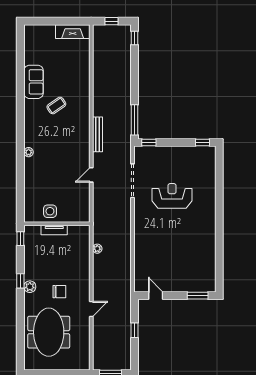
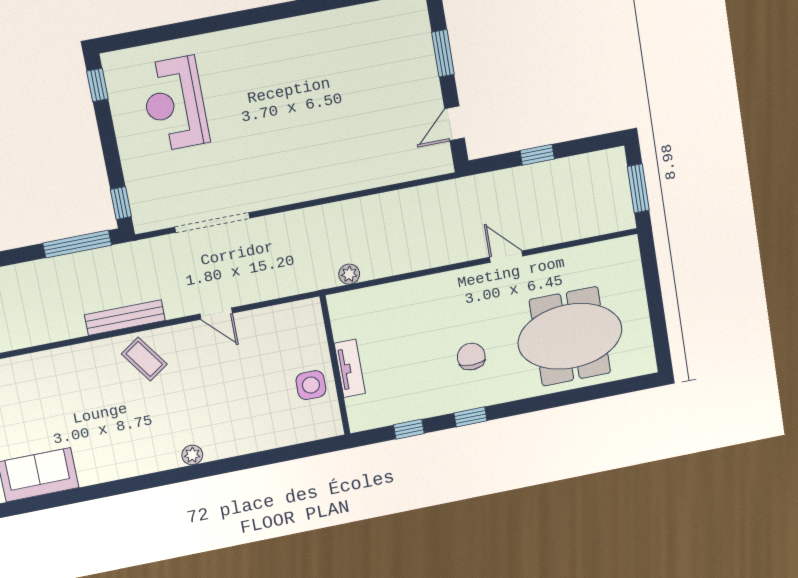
coffee table: (56, 105) -> (144, 359), moved
reception desk: (172, 196) -> (175, 104), moved
window: (20, 239) -> (409, 429), moved
plant: (97, 249) -> (349, 274), moved
plant: (30, 287) -> (480, 395), removed
chair: (59, 292) -> (471, 357), moved
window: (198, 296) -> (443, 53), moved

